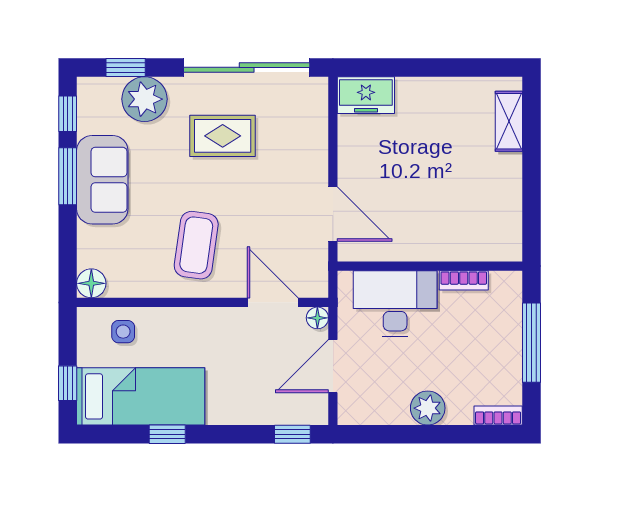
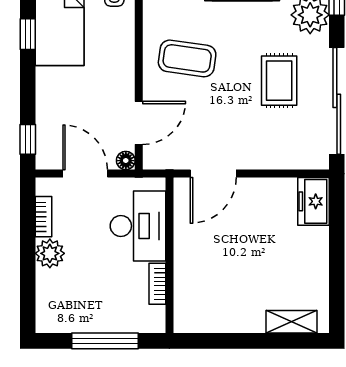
bookcase: (498, 416) -> (43, 217), moved

